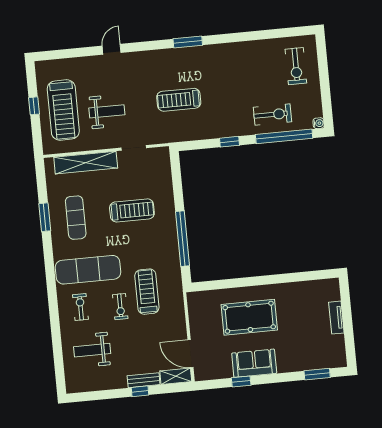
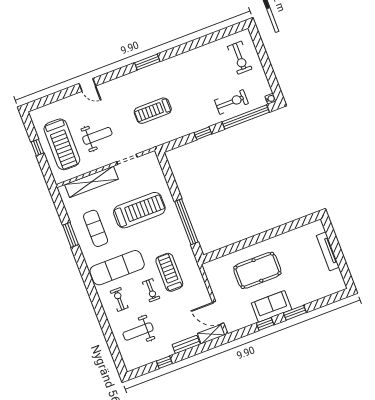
door: (112, 49) -> (87, 85), swing flipped
treadmill: (132, 210) -> (139, 210), width x1.37, depth x1.38
tv unit: (336, 318) -> (328, 251), width x1.41
window: (317, 374) -> (295, 313), moved
window: (140, 391) -> (164, 362), moved

